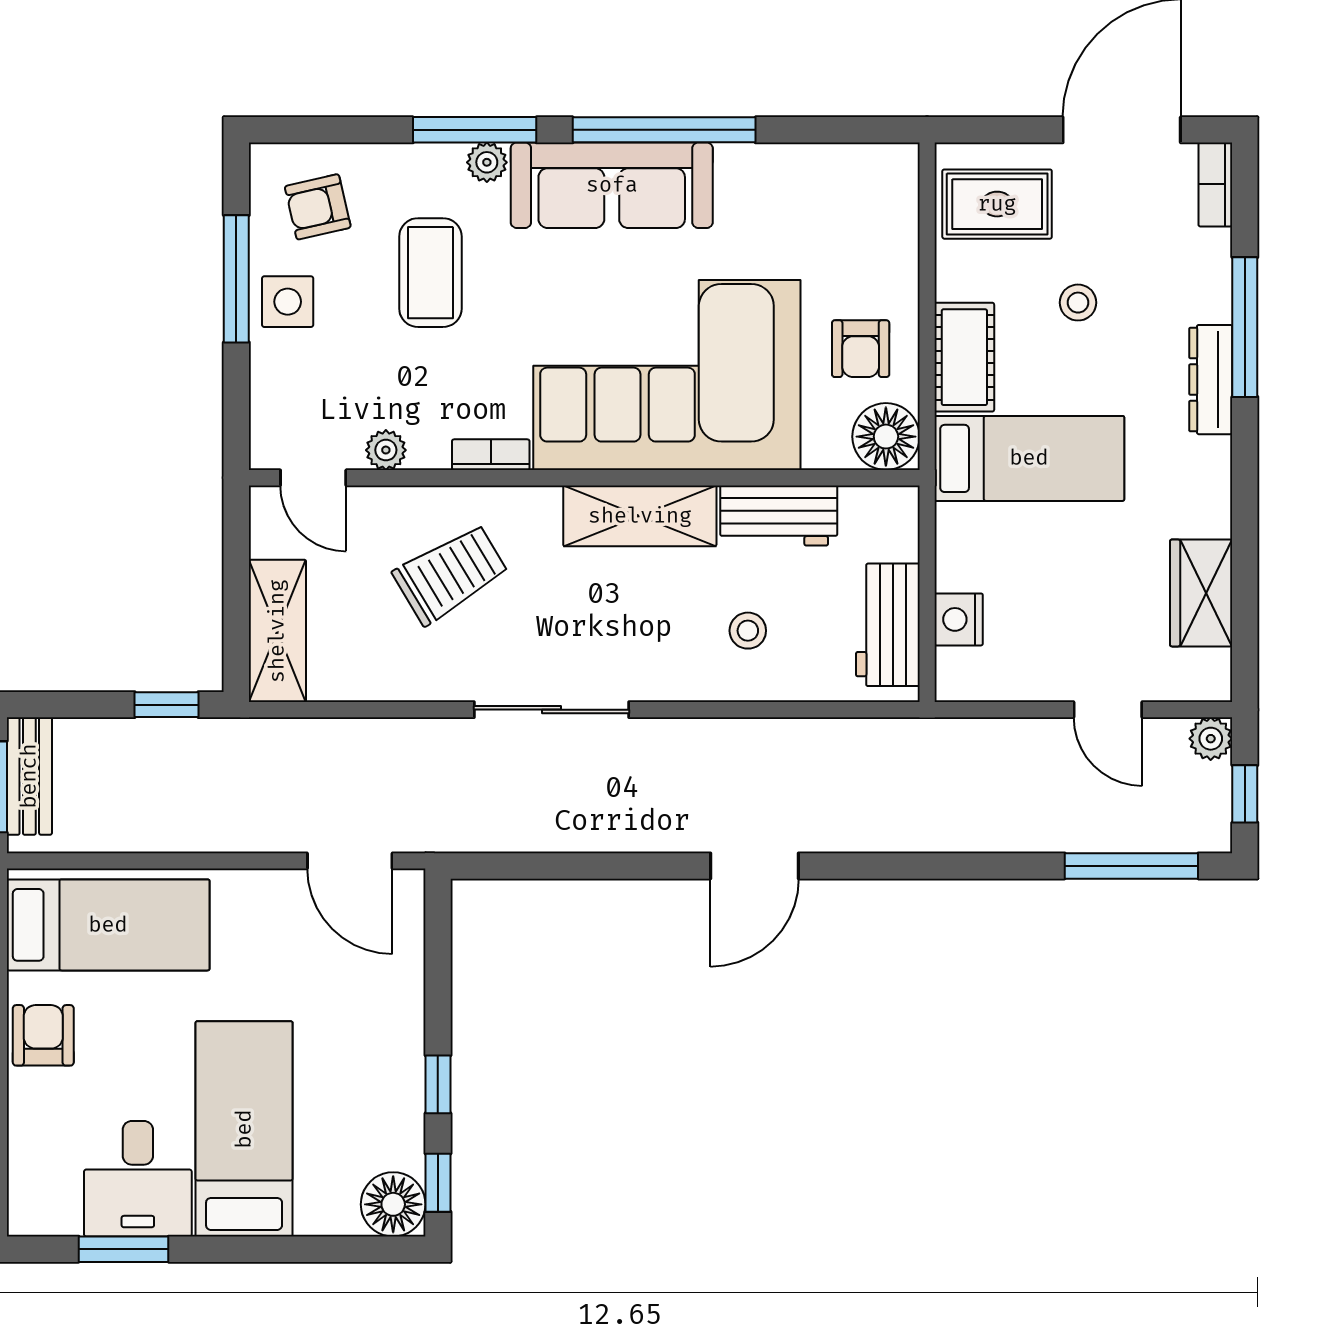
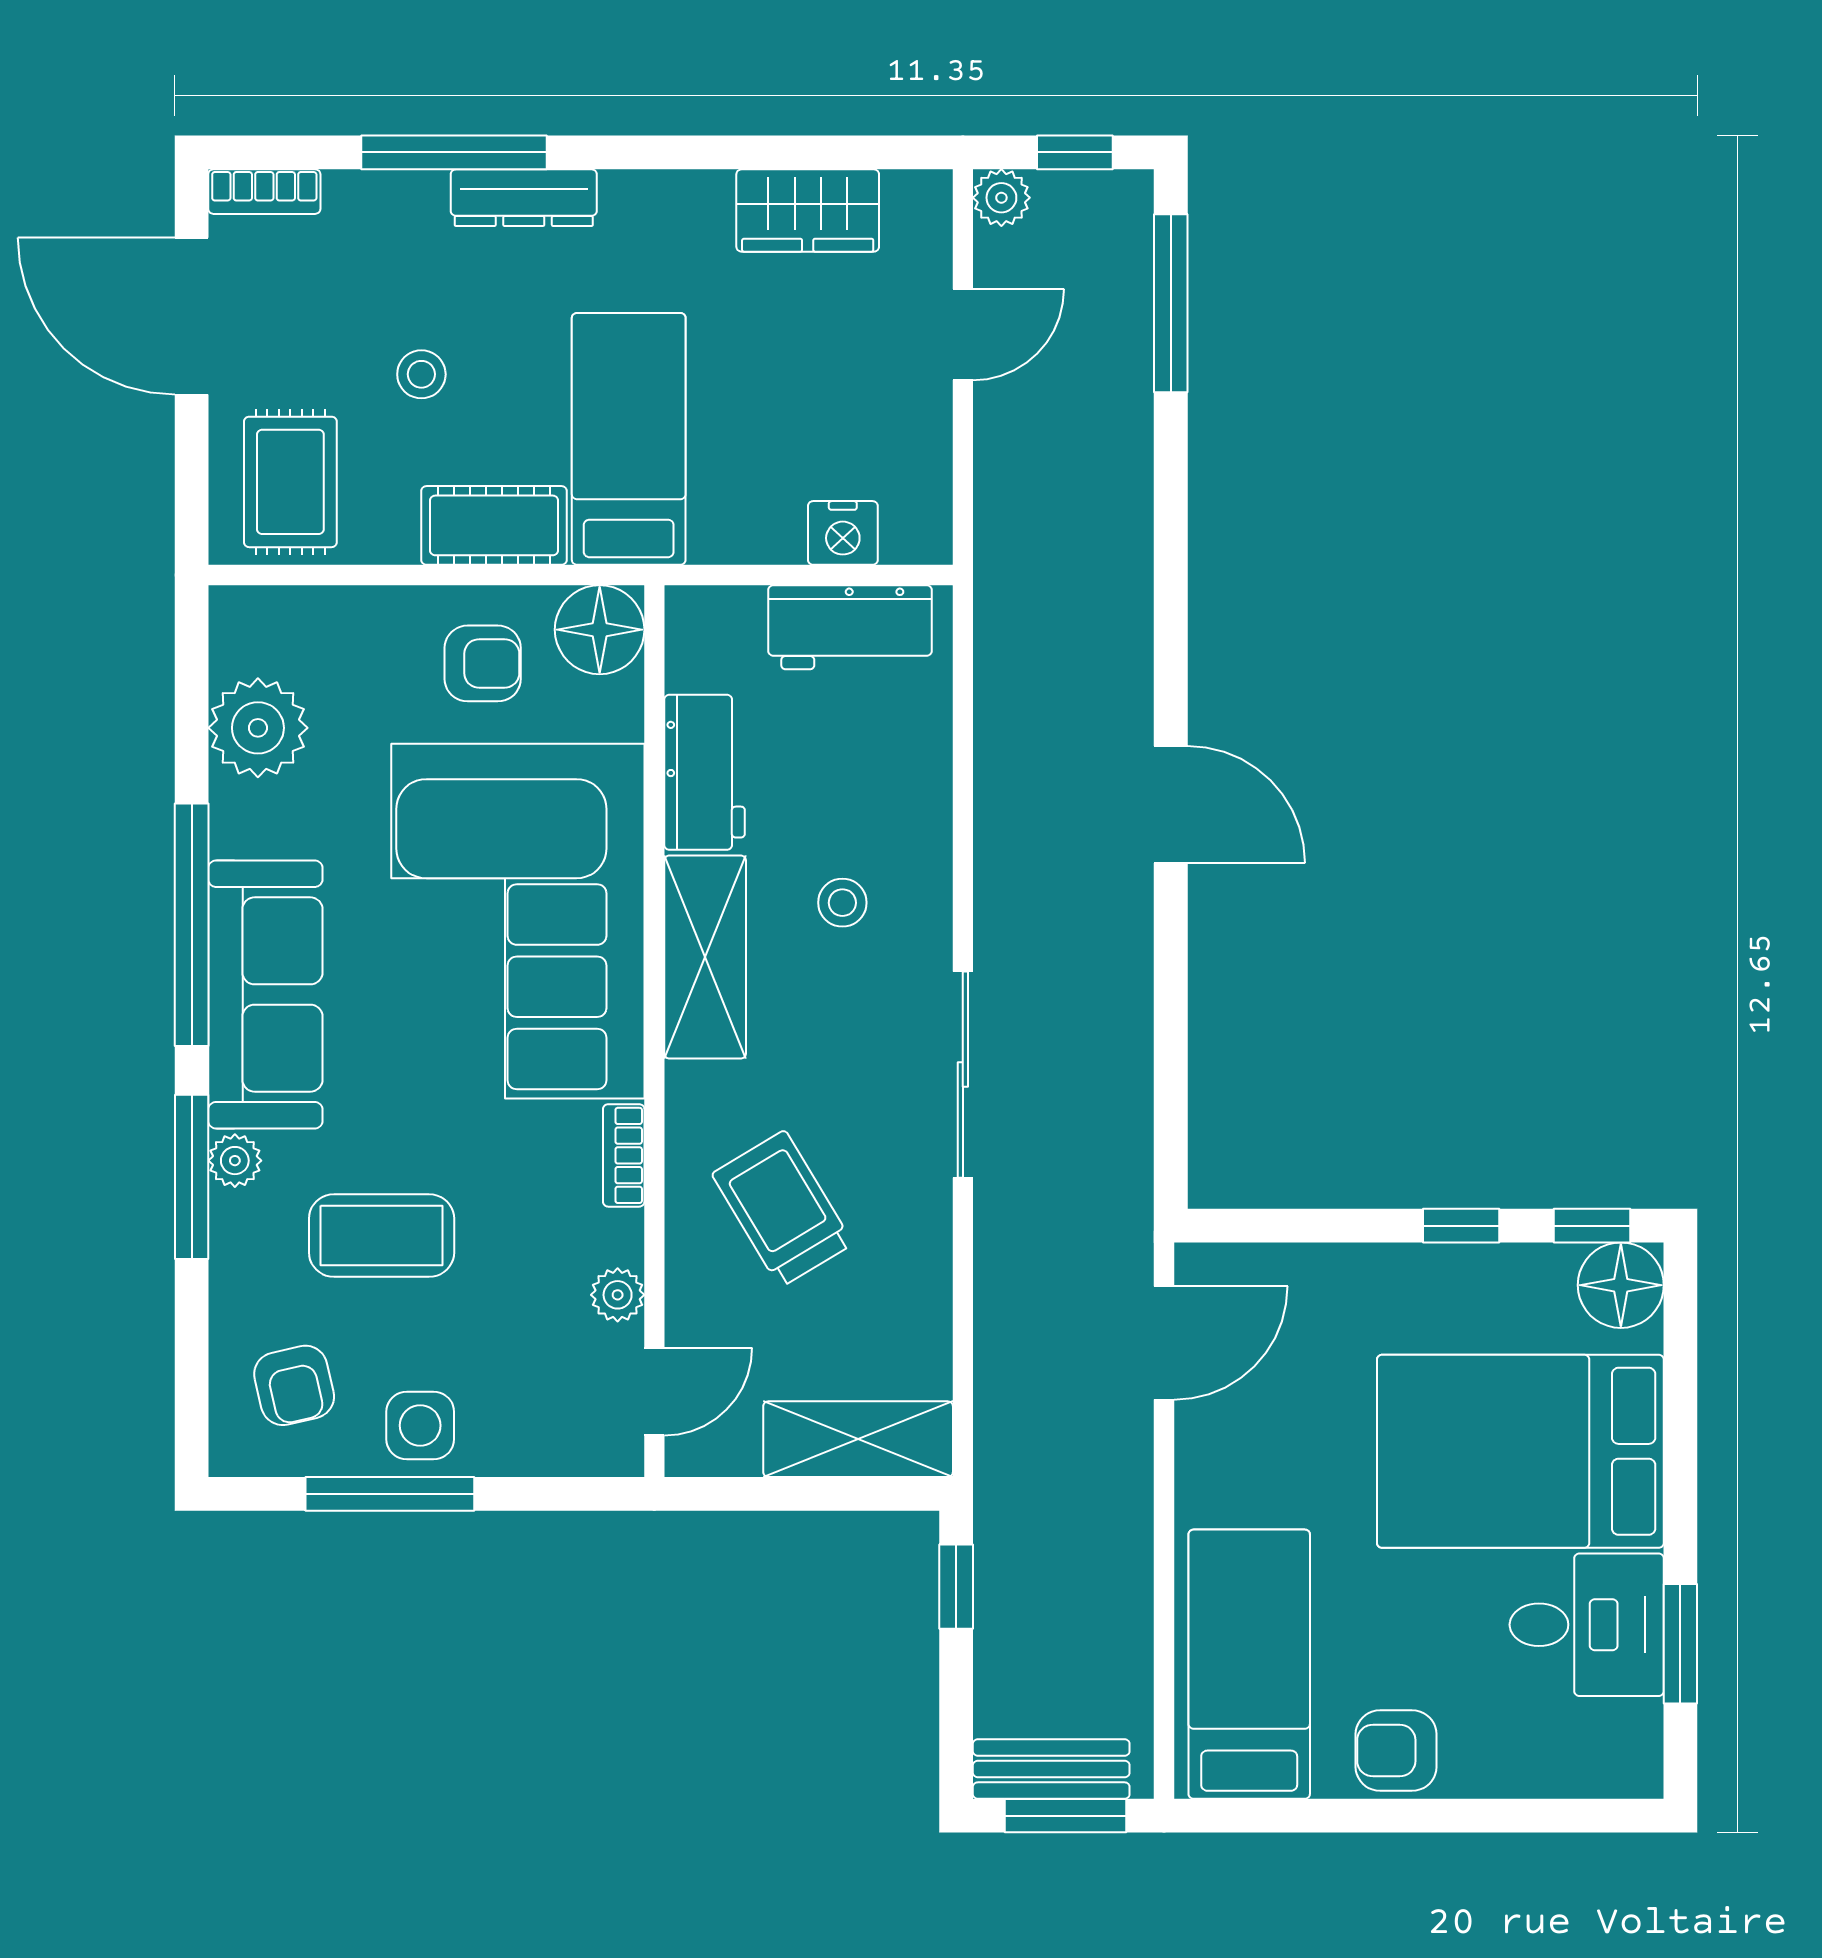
plant: (812, 180) -> (258, 728), added
stool: (748, 631) -> (842, 903), moved
bed: (244, 1129) -> (1520, 1451), width x1.50

